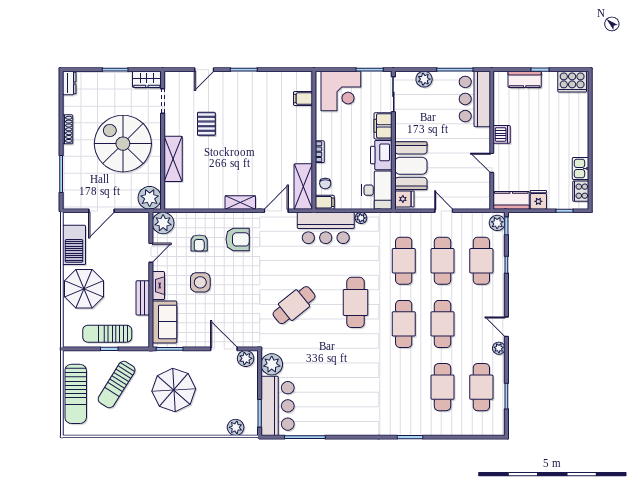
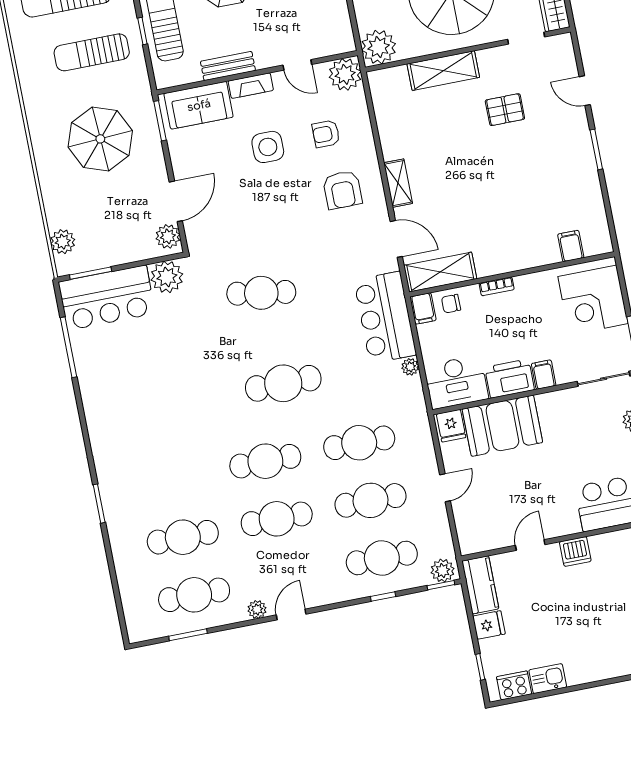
filing cabinet: (383, 126) -> (544, 375), width x0.50
cafe table: (294, 305) -> (261, 293), turned -42
sun lounger: (117, 385) -> (92, 52), turned -32

